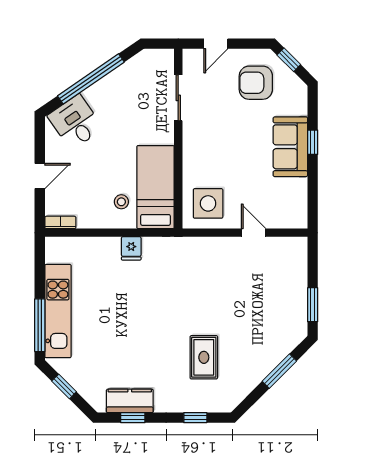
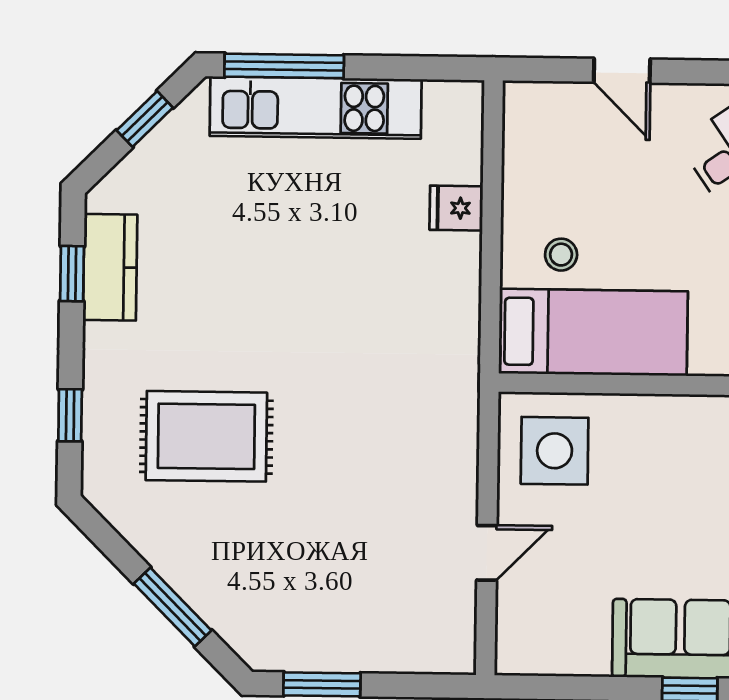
bookcase: (60, 222) -> (516, 116), removed
fridge: (131, 248) -> (456, 208), moved
rug: (204, 357) -> (206, 436), width x1.36, depth x1.43

